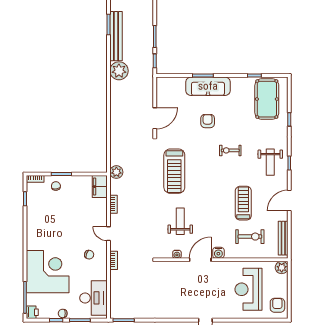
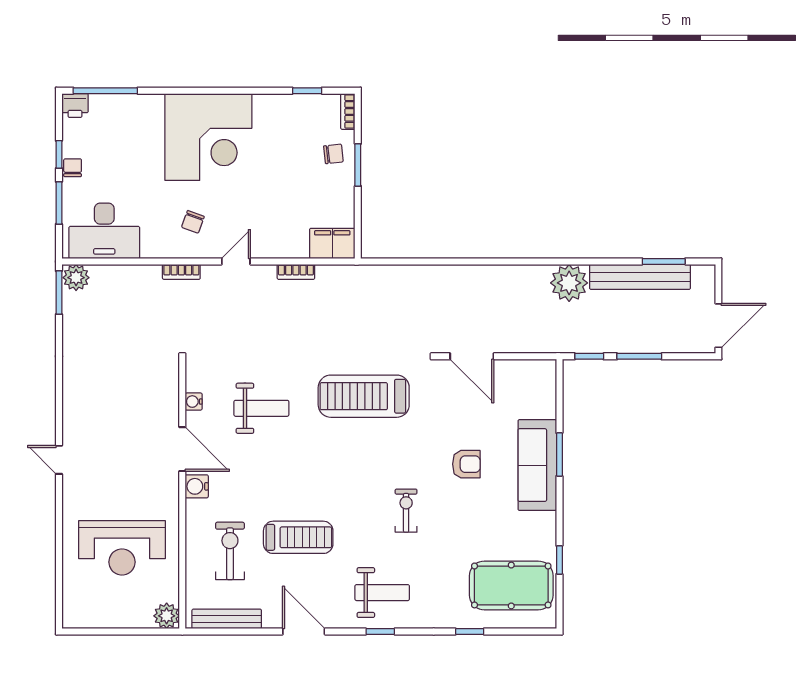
weight bench: (270, 162) -> (382, 593), turned 180
plant: (116, 172) -> (76, 278), moved
exercise bike: (250, 237) -> (230, 551), turned 180
corner desk: (48, 272) -> (208, 137), moved
reception desk: (248, 289) -> (122, 548), turned 180
armchair: (277, 305) -> (89, 607), removed

